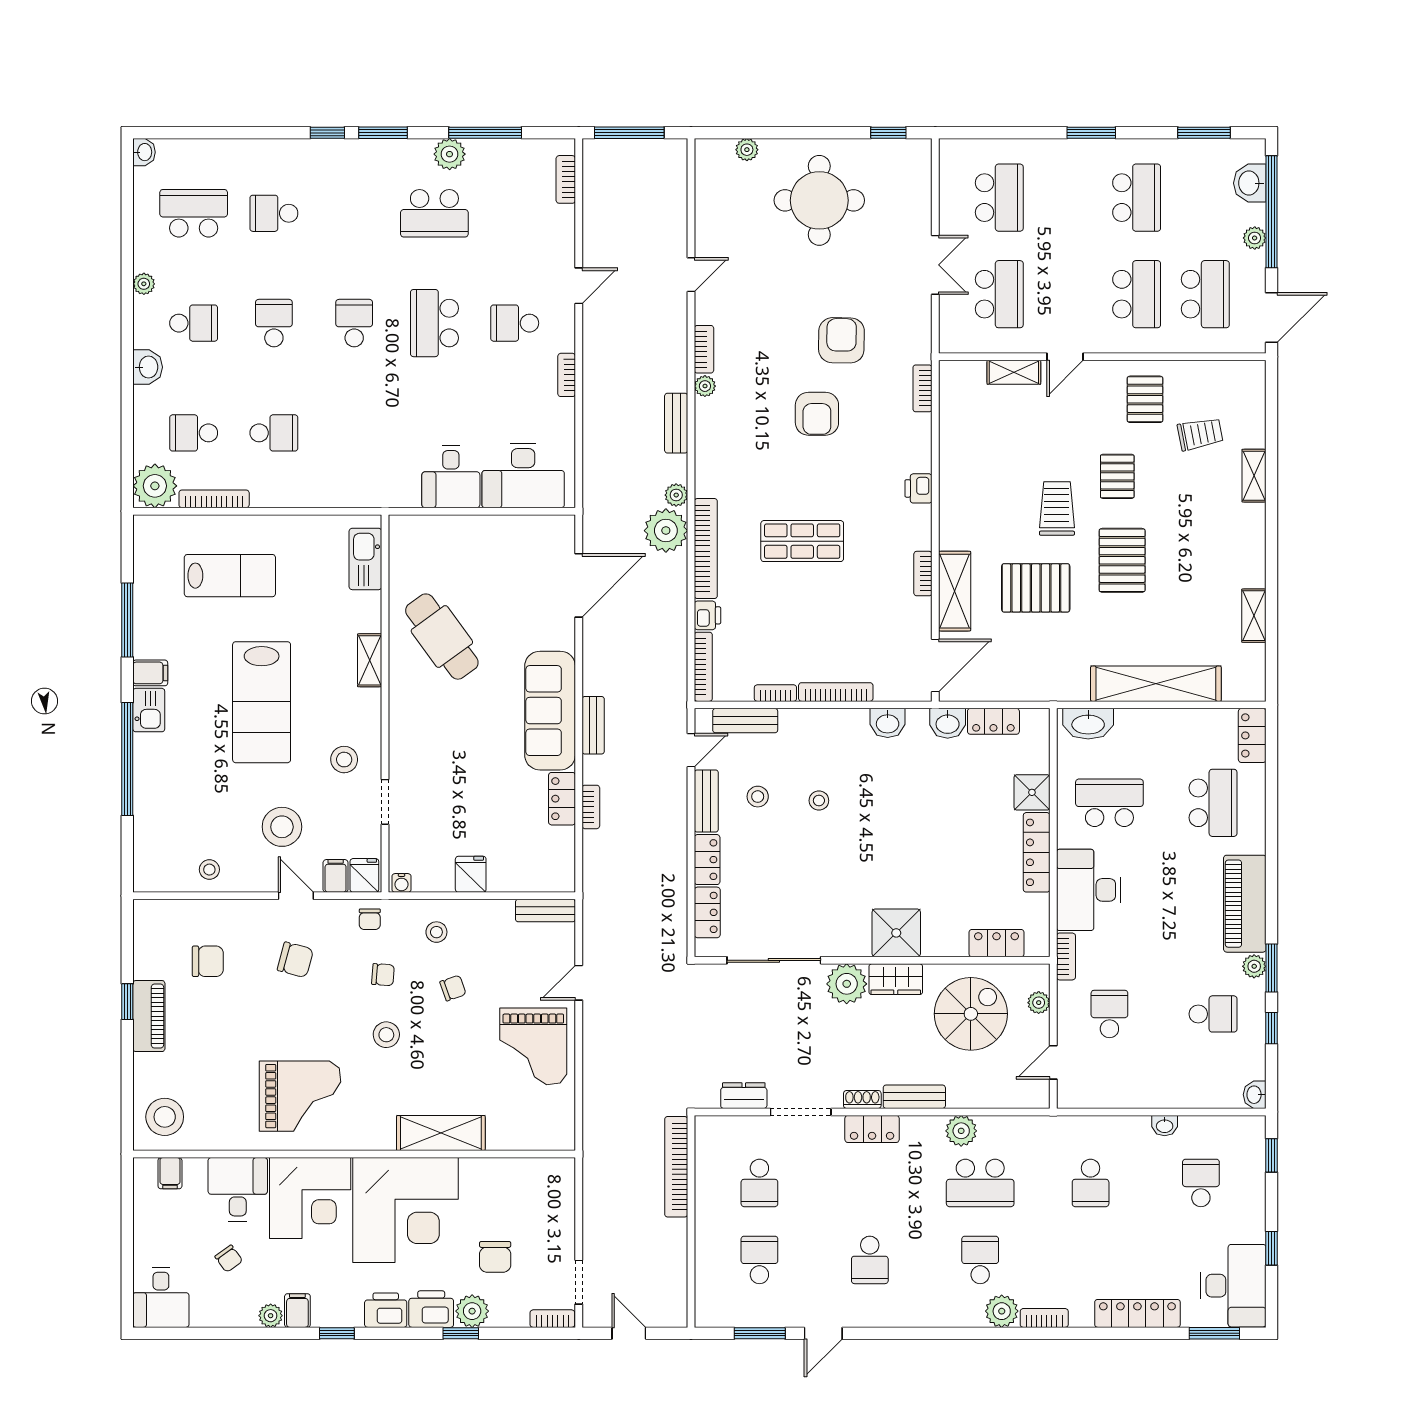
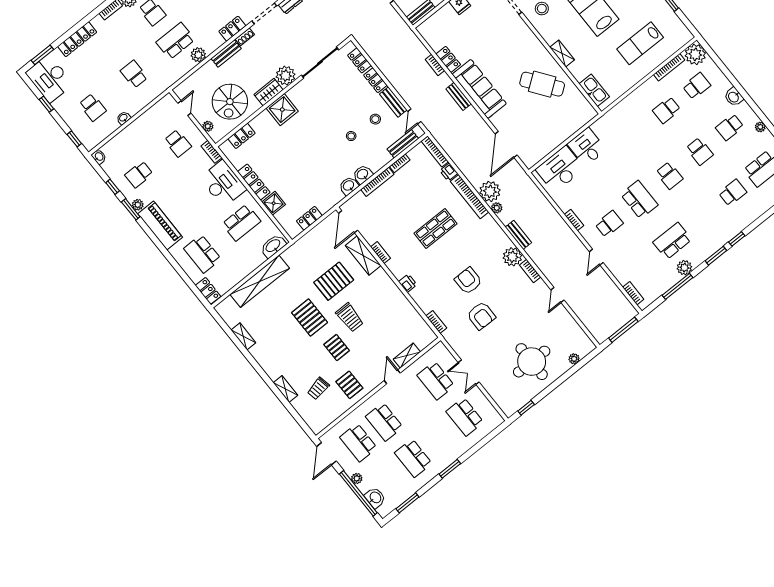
plant: (705, 386) -> (512, 257), width x1.87, depth x1.87
washbasin: (948, 723) -> (363, 174), moved

